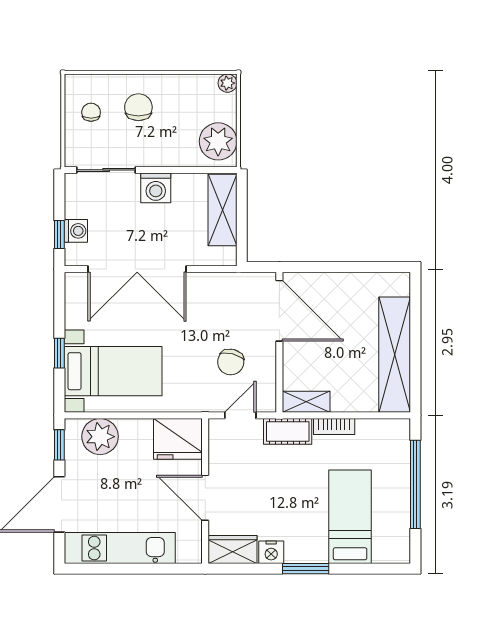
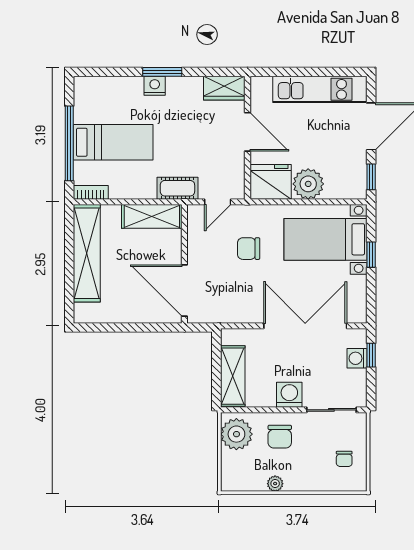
plant: (227, 83) -> (275, 484), moved
chair: (138, 107) -> (280, 437), moved
chair: (231, 362) -> (249, 249), moved, turned -104
shelving: (306, 402) -> (152, 216), width x1.50, depth x1.33
bookcase: (334, 427) -> (91, 192), moved
plant: (100, 437) -> (308, 184), moved
bed: (350, 517) -> (113, 142), moved, turned -90
nightstand: (271, 552) -> (155, 86), moved

